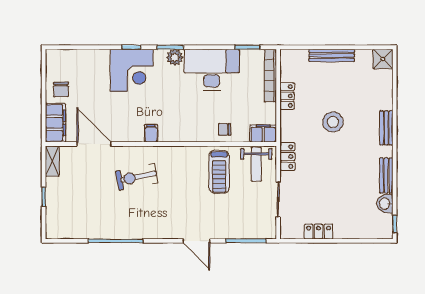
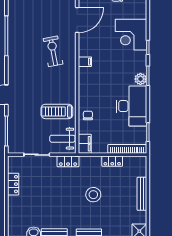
corner desk: (132, 70) -> (131, 35), moved

